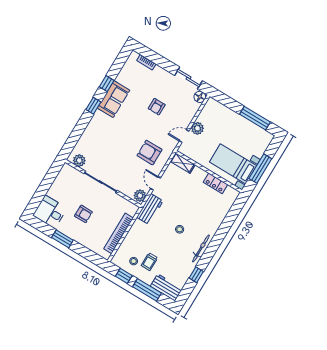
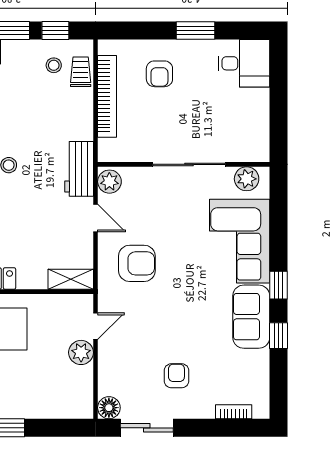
armchair: (157, 107) -> (176, 376), moved
corner sofa: (99, 135) -> (240, 241), added
armchair: (83, 214) -> (159, 74), moved, turned -90
trolley: (149, 262) -> (81, 72), moved

